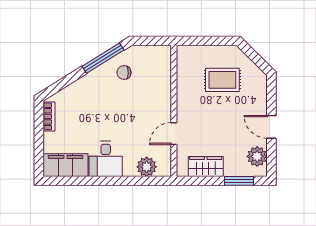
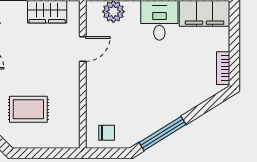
chair: (124, 73) -> (107, 133), moved

